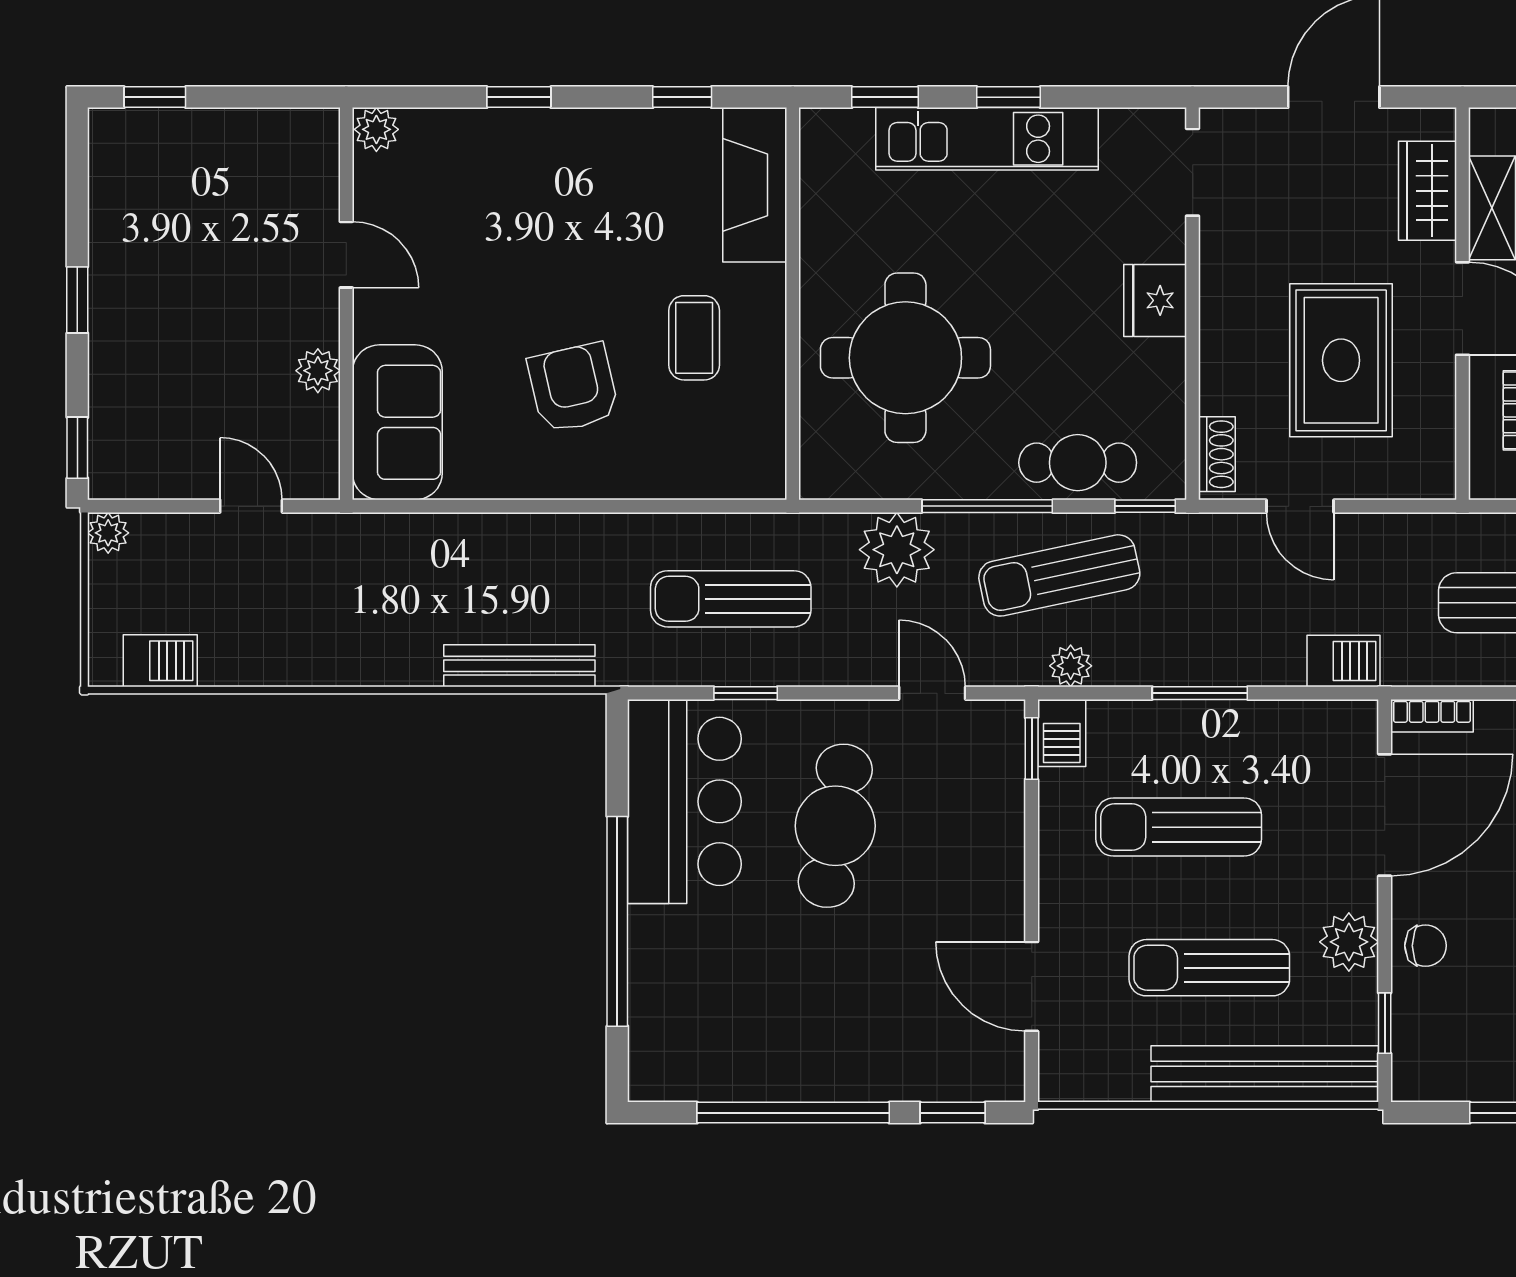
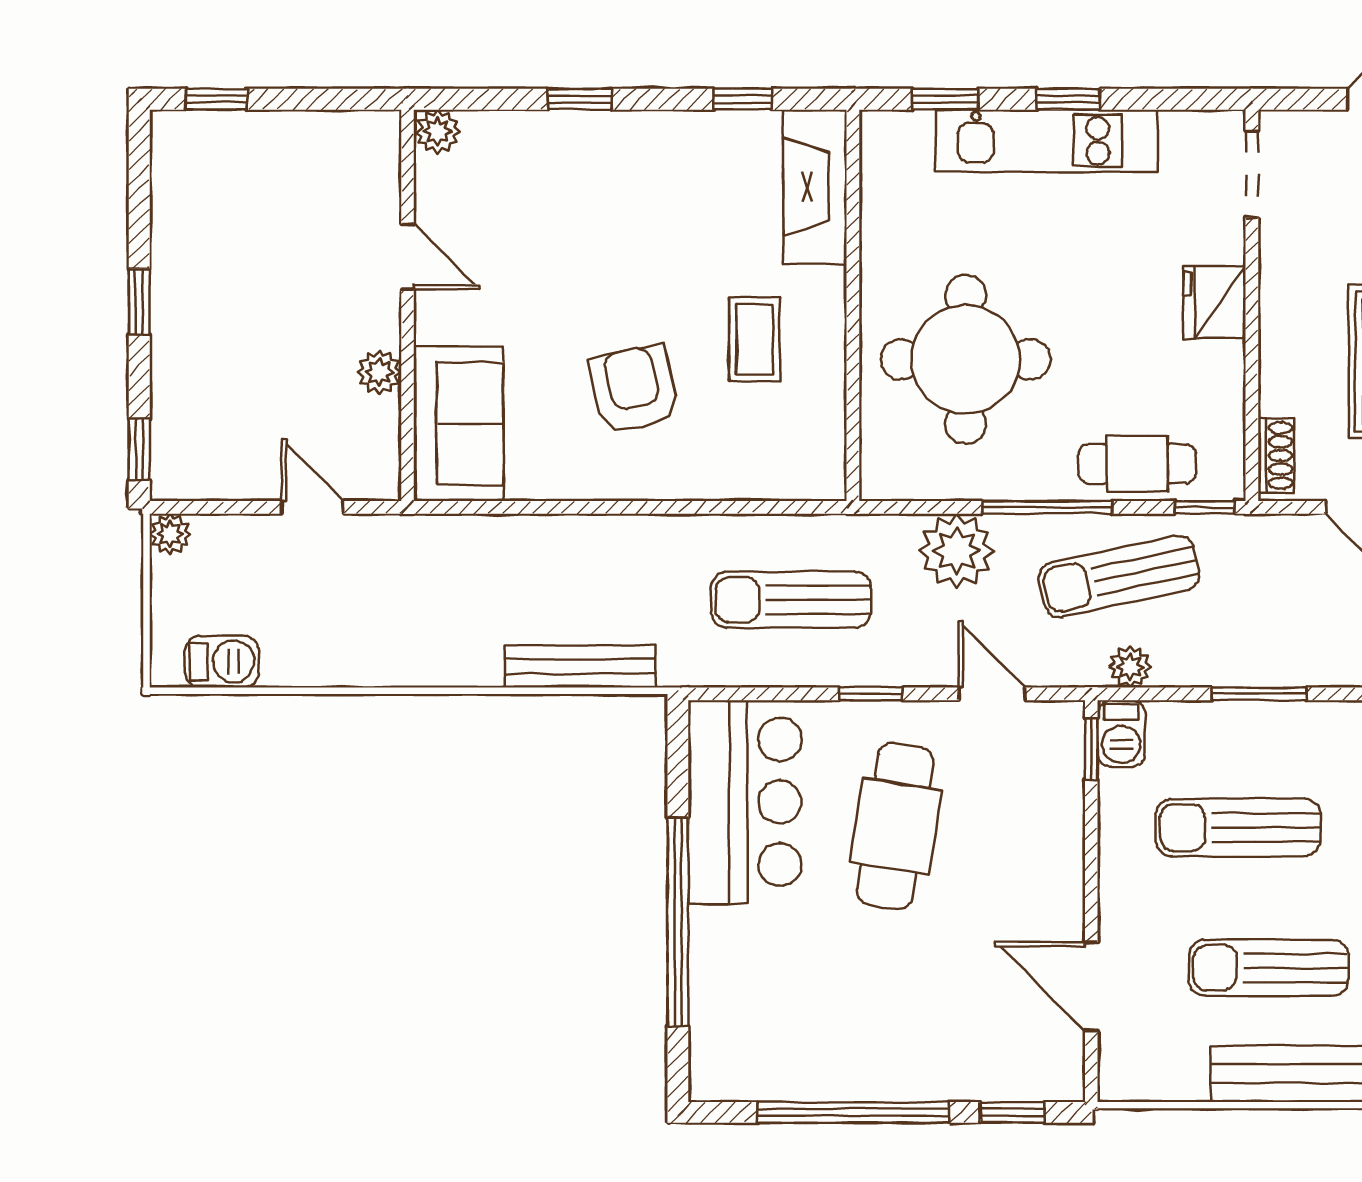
window: (746, 693) -> (871, 694), moved

